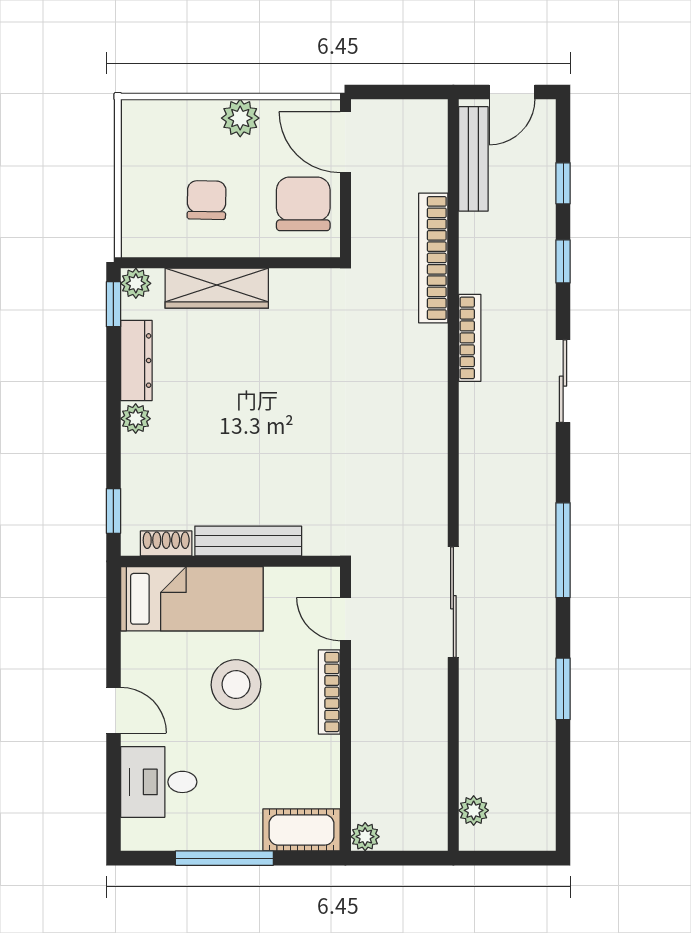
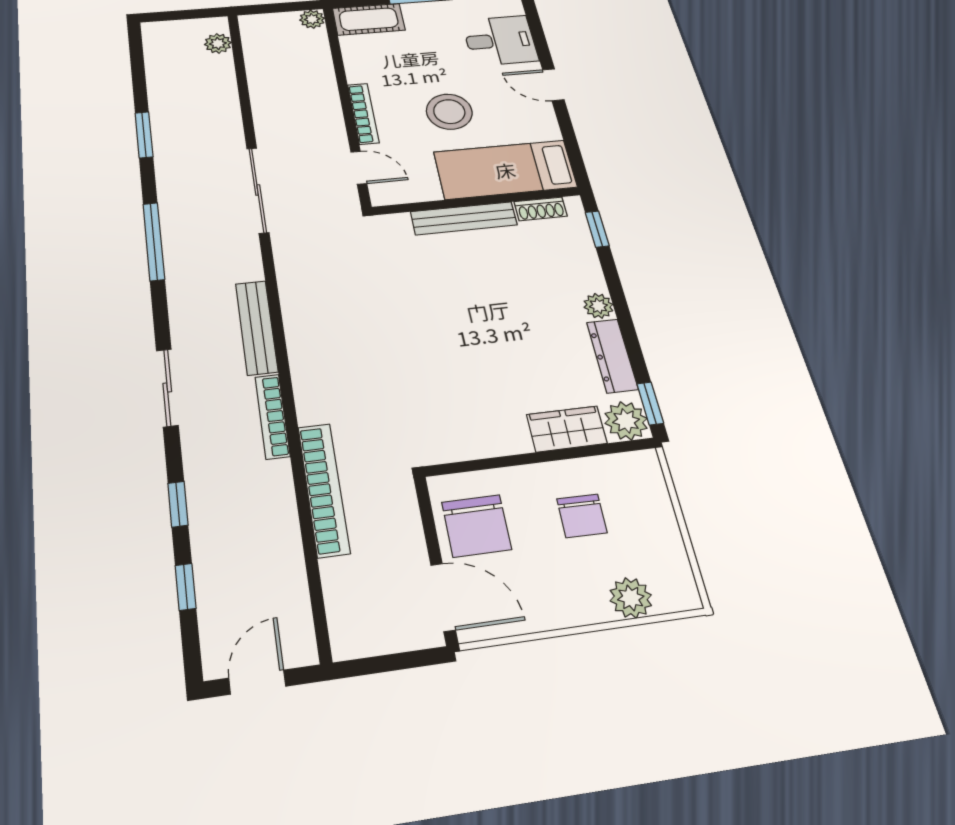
plant: (240, 118) -> (631, 598), moved
bench: (473, 159) -> (257, 327), moved
plant: (136, 283) -> (626, 421), width x1.38, depth x1.38
wardrobe: (217, 288) -> (567, 429), width x0.67

